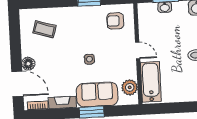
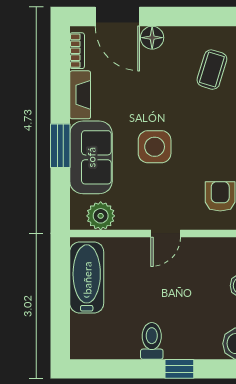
side table: (89, 59) -> (155, 147), width x1.87, depth x1.87
bathtub: (151, 82) -> (87, 278), moved, turned -90
door: (17, 84) -> (117, 17), hinge flipped

